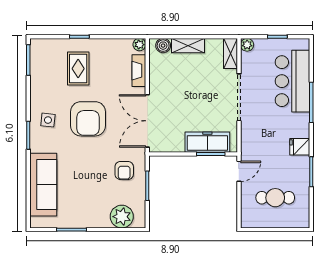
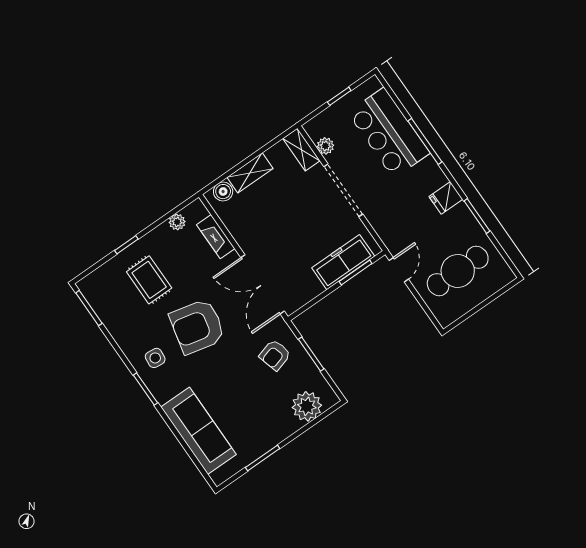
plant: (139, 45) -> (177, 222), moved
plant: (247, 45) -> (325, 146), moved
armchair: (88, 119) -> (197, 327), turned 103
armchair: (124, 170) -> (275, 355), turned 74
cafe table: (275, 198) -> (458, 271), width x1.37, depth x1.35

